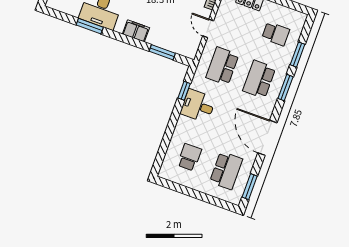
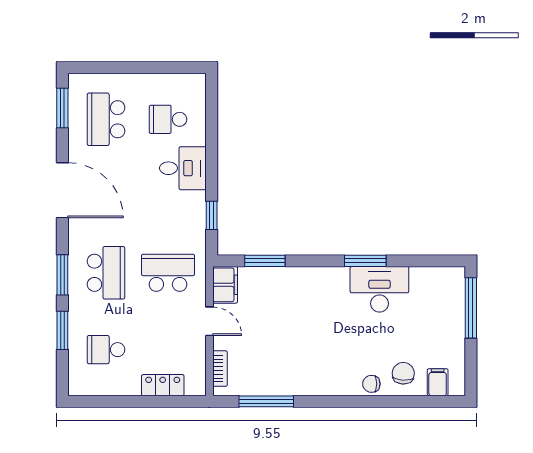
window: (90, 26) -> (365, 261), moved
filing cabinet: (136, 31) -> (225, 285), moved, turned -90
school desk: (222, 66) -> (168, 273), turned -90
desk: (198, 106) -> (183, 168), moved
school desk: (189, 157) -> (168, 119), turned 90

